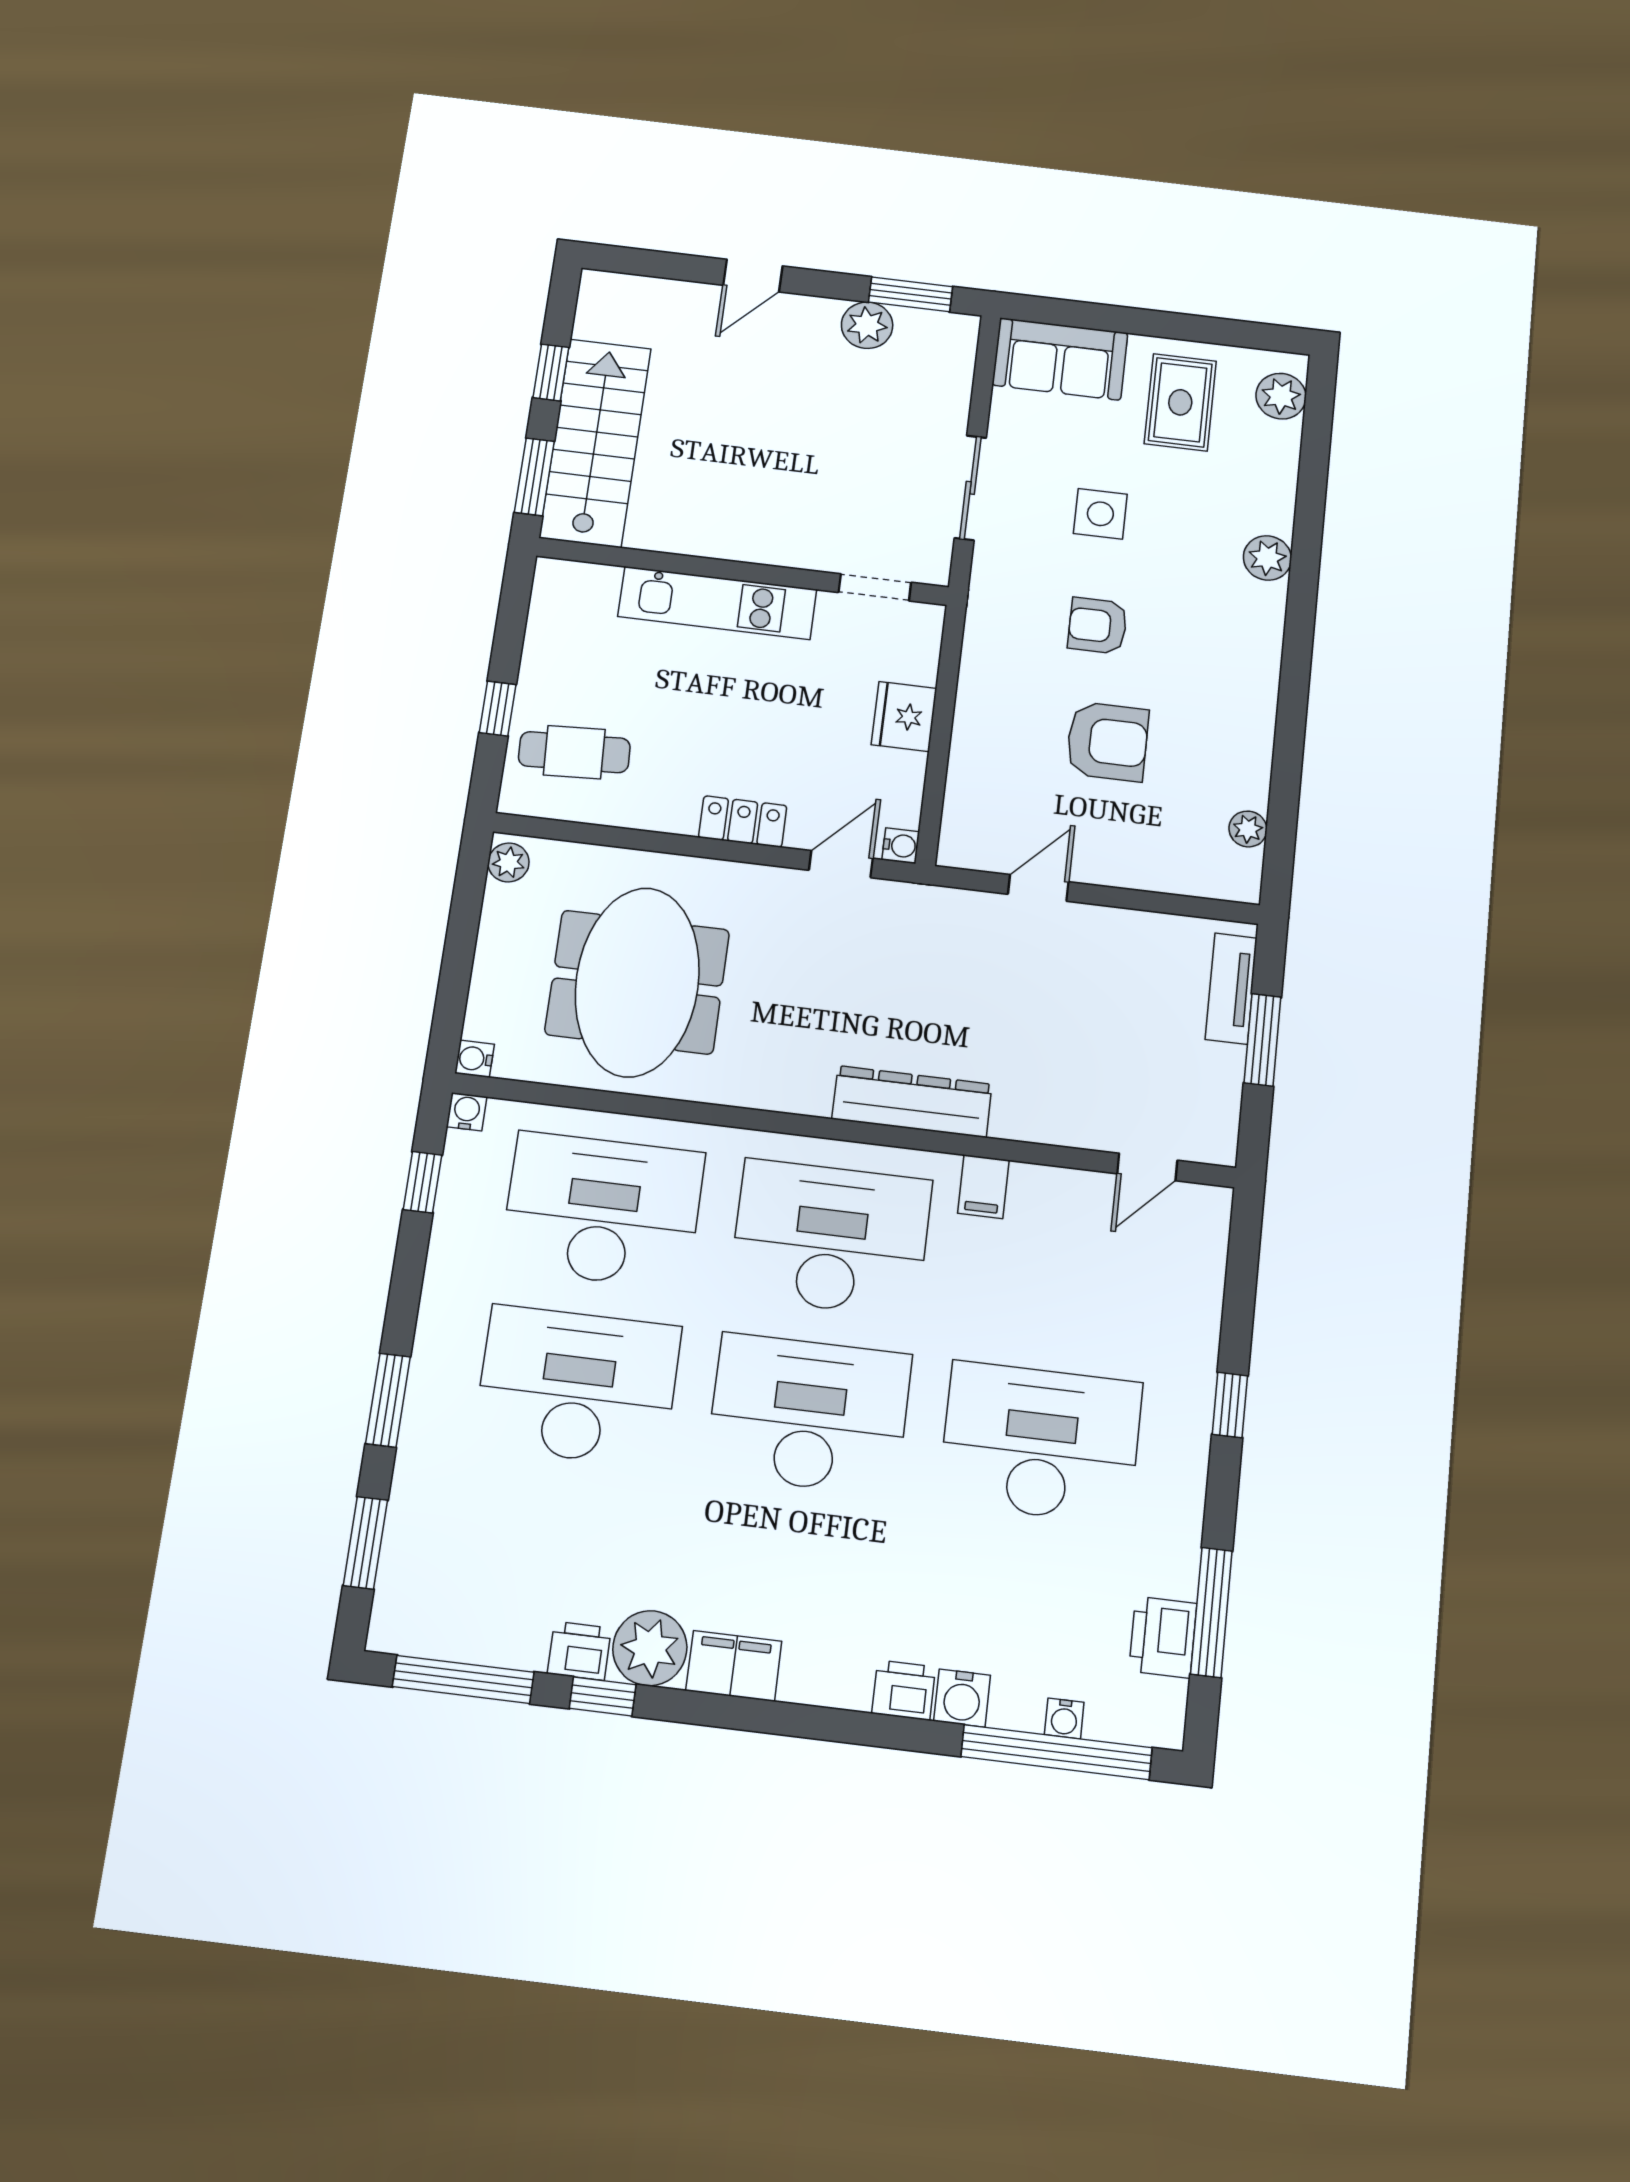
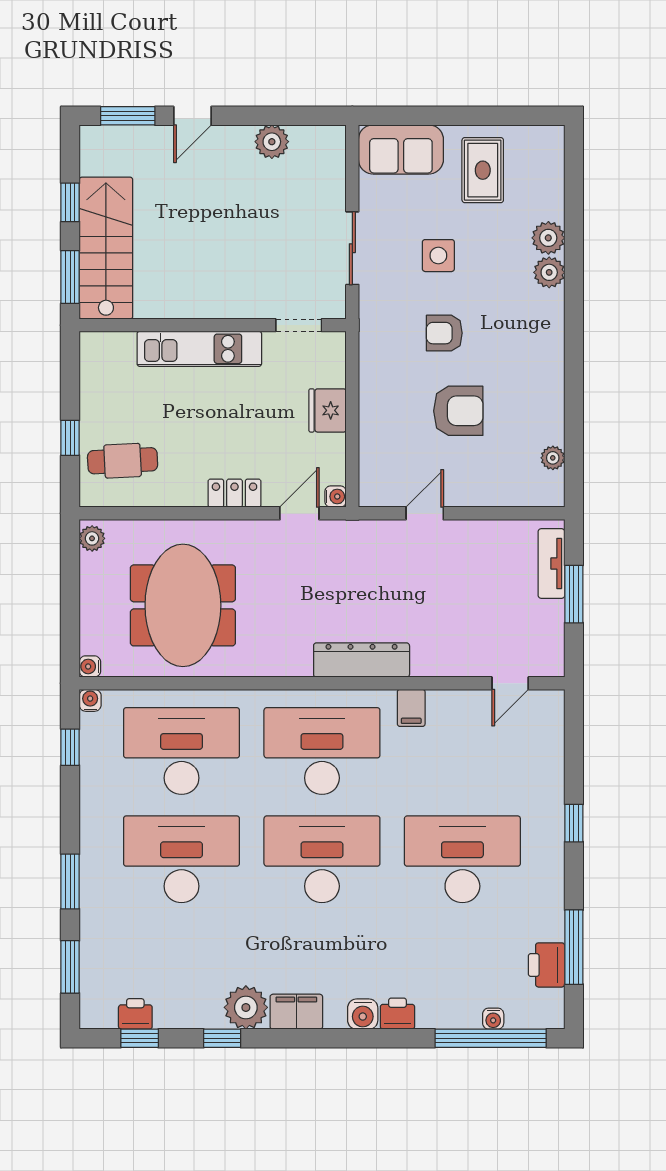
window: (911, 294) -> (128, 116), moved
plant: (1281, 396) -> (548, 238), moved
printer: (579, 1651) -> (135, 1014), moved
window: (463, 1679) -> (140, 1038), width x0.46
water cooler: (962, 1698) -> (363, 1014), moved

